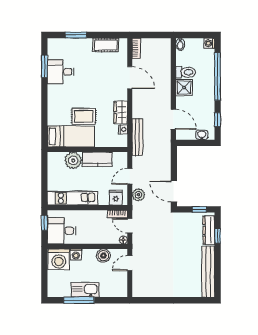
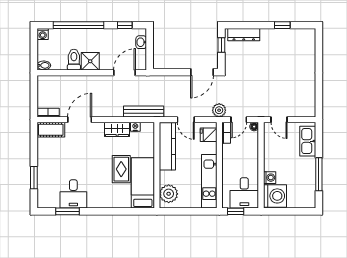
cot: (106, 45) -> (51, 130), moved, turned 90
kitchen counter: (97, 159) -> (167, 146), width x1.50
plant: (73, 160) -> (169, 194), moved
plant: (139, 195) -> (219, 110), moved
window: (218, 236) -> (282, 25), moved
boiler: (103, 256) -> (271, 148), removed
bench: (208, 272) -> (288, 35), removed
kitchen sink: (85, 290) -> (308, 141), moved

